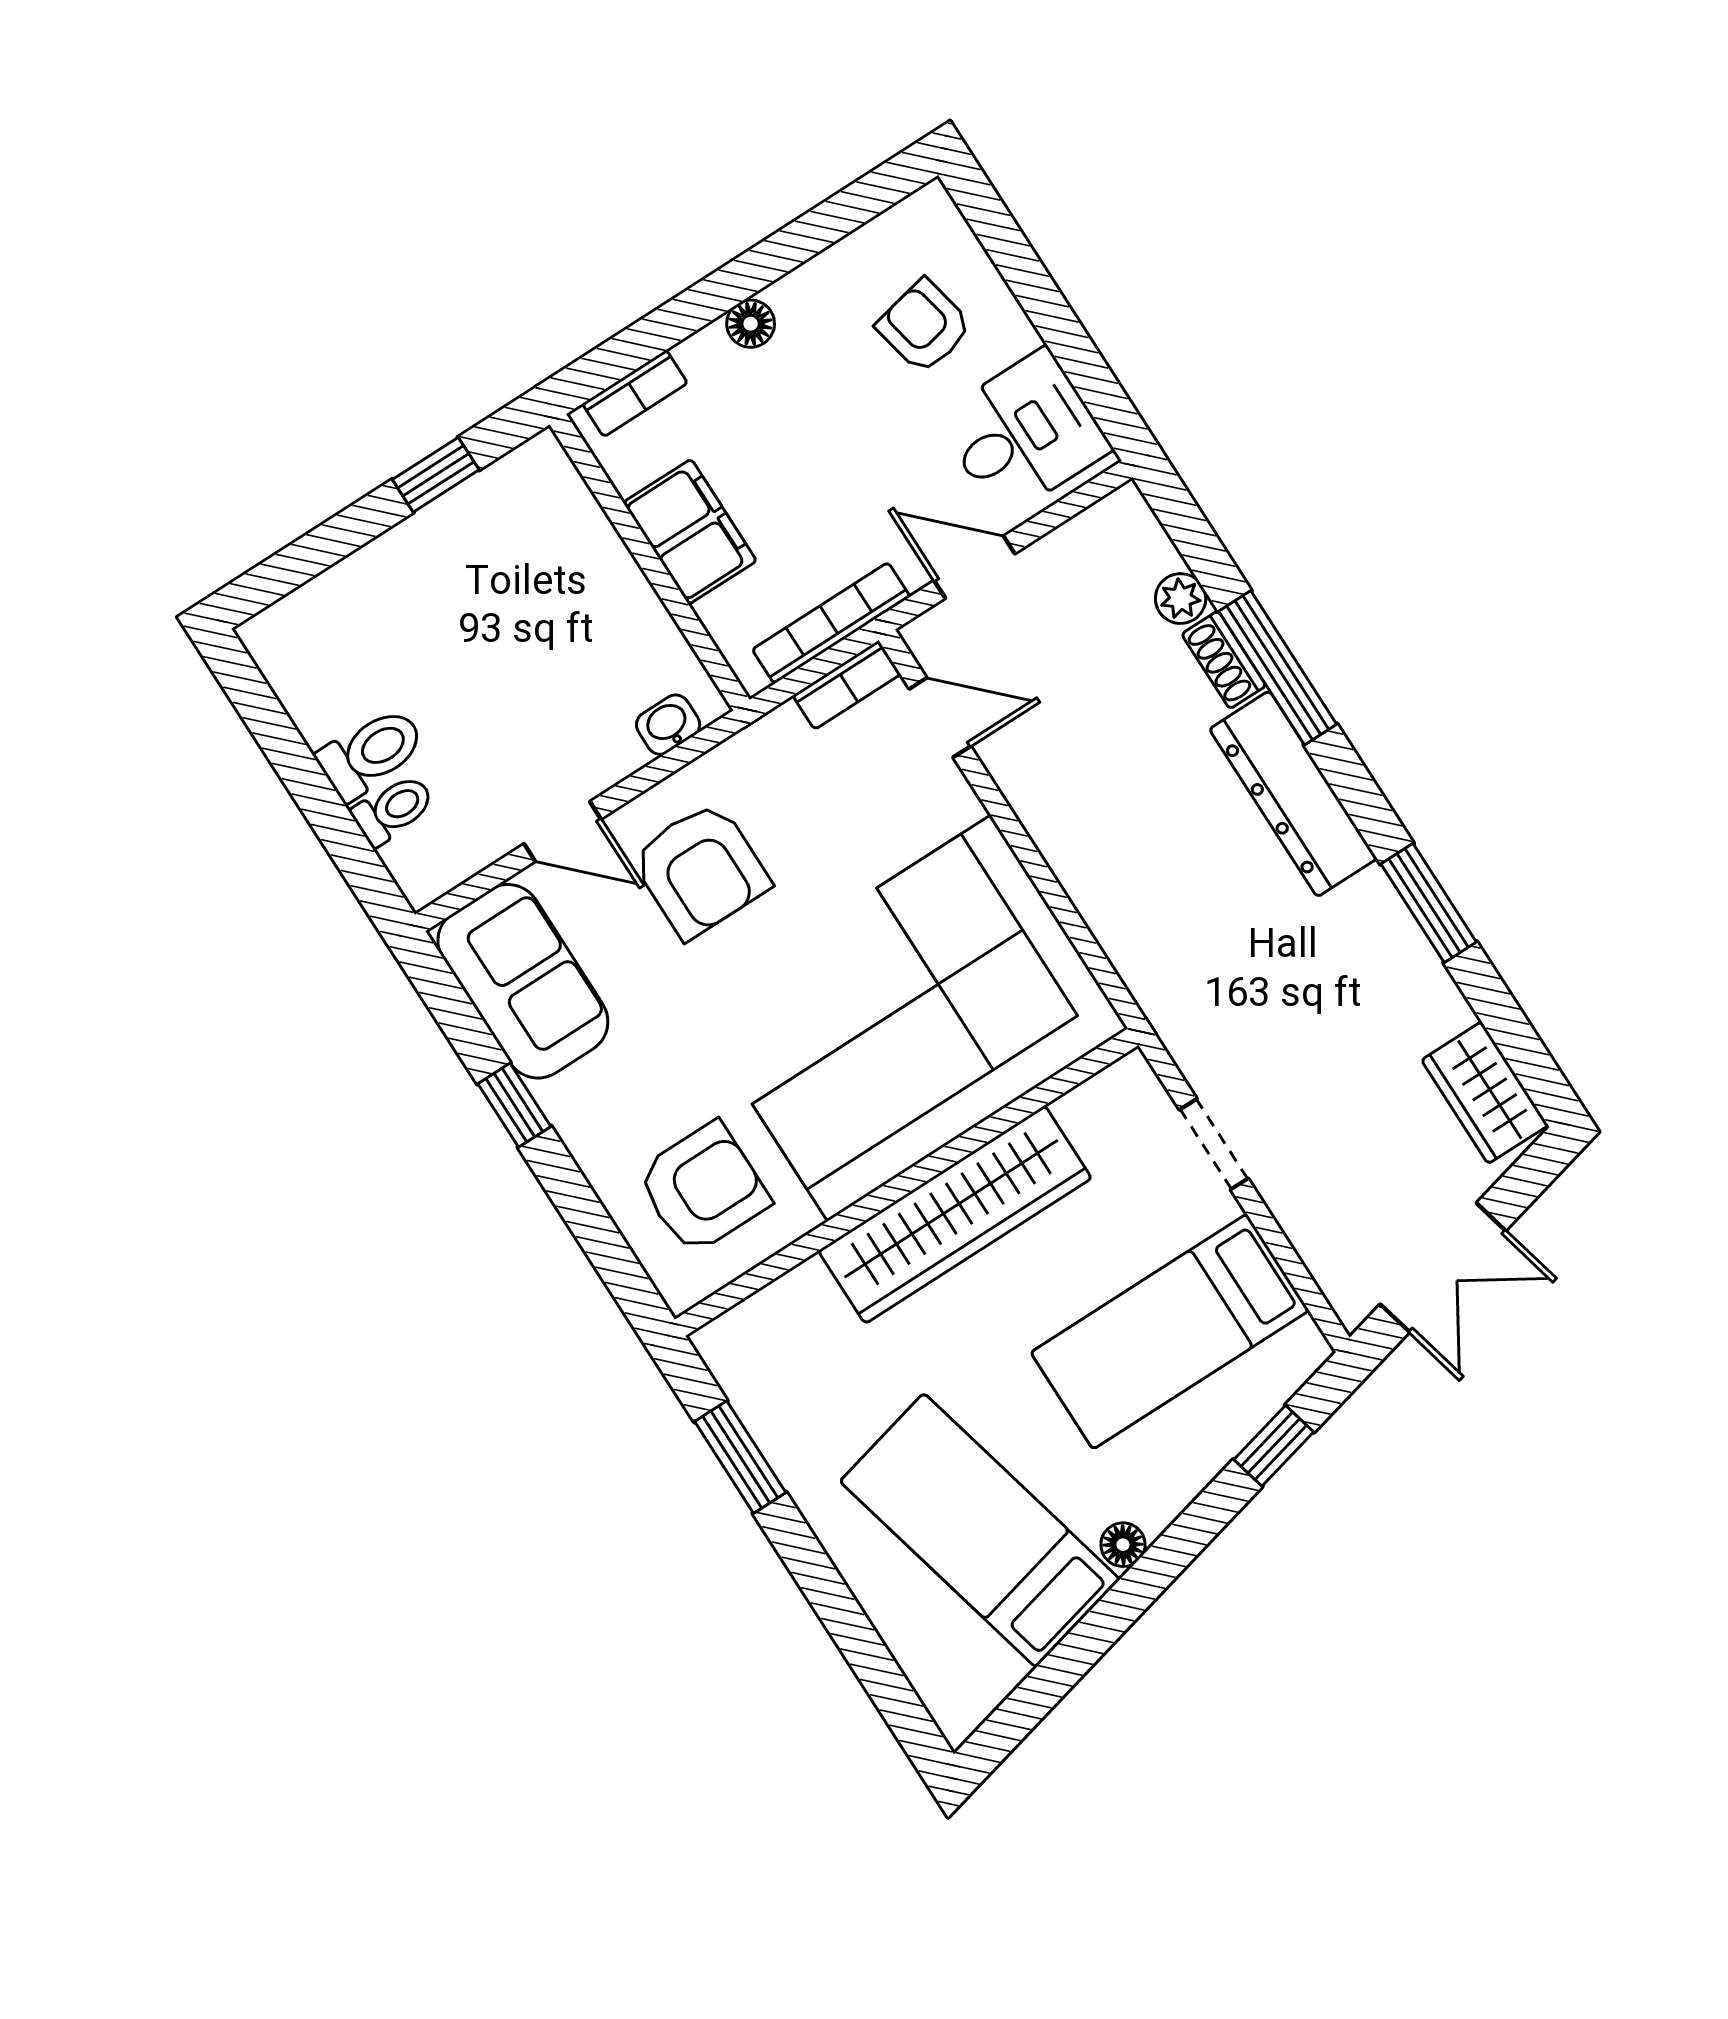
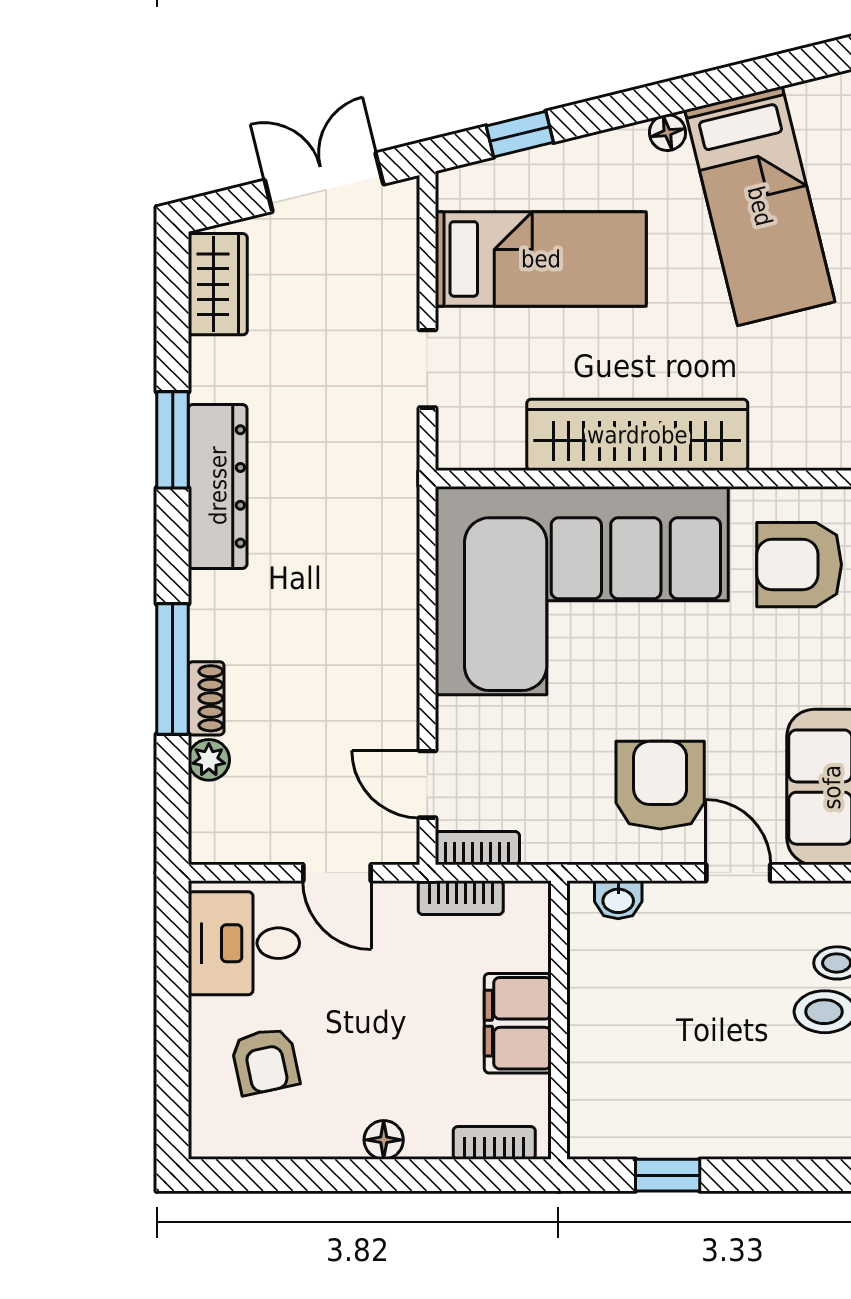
bookcase: (831, 623) -> (461, 898), width x0.64
dresser: (1293, 794) -> (218, 486), moved

